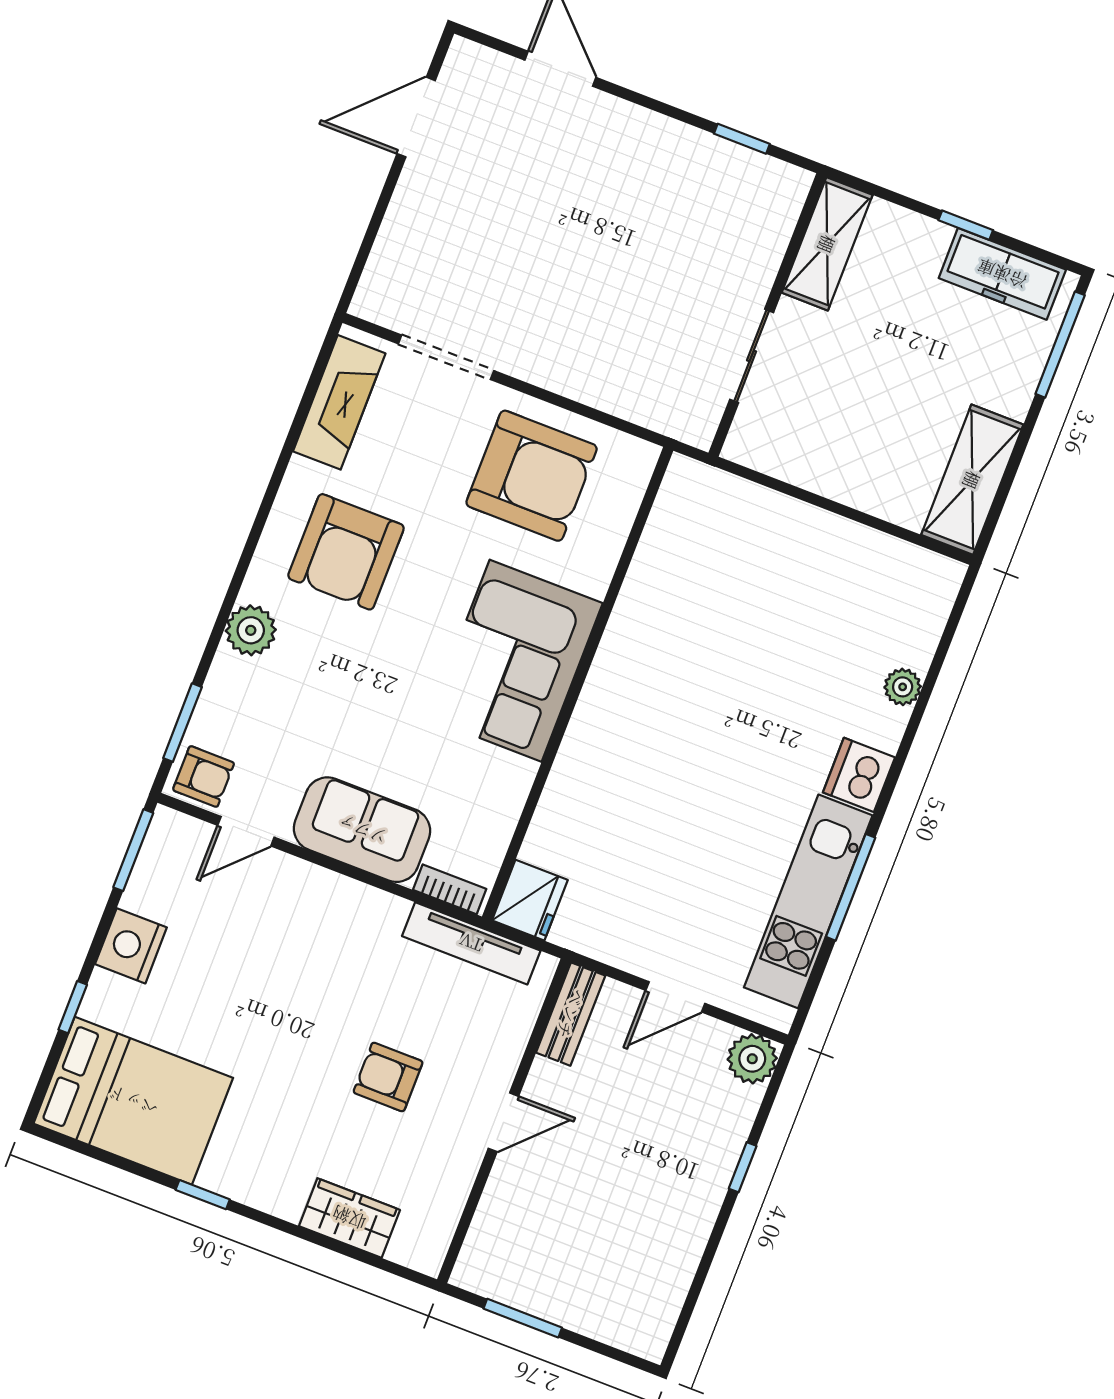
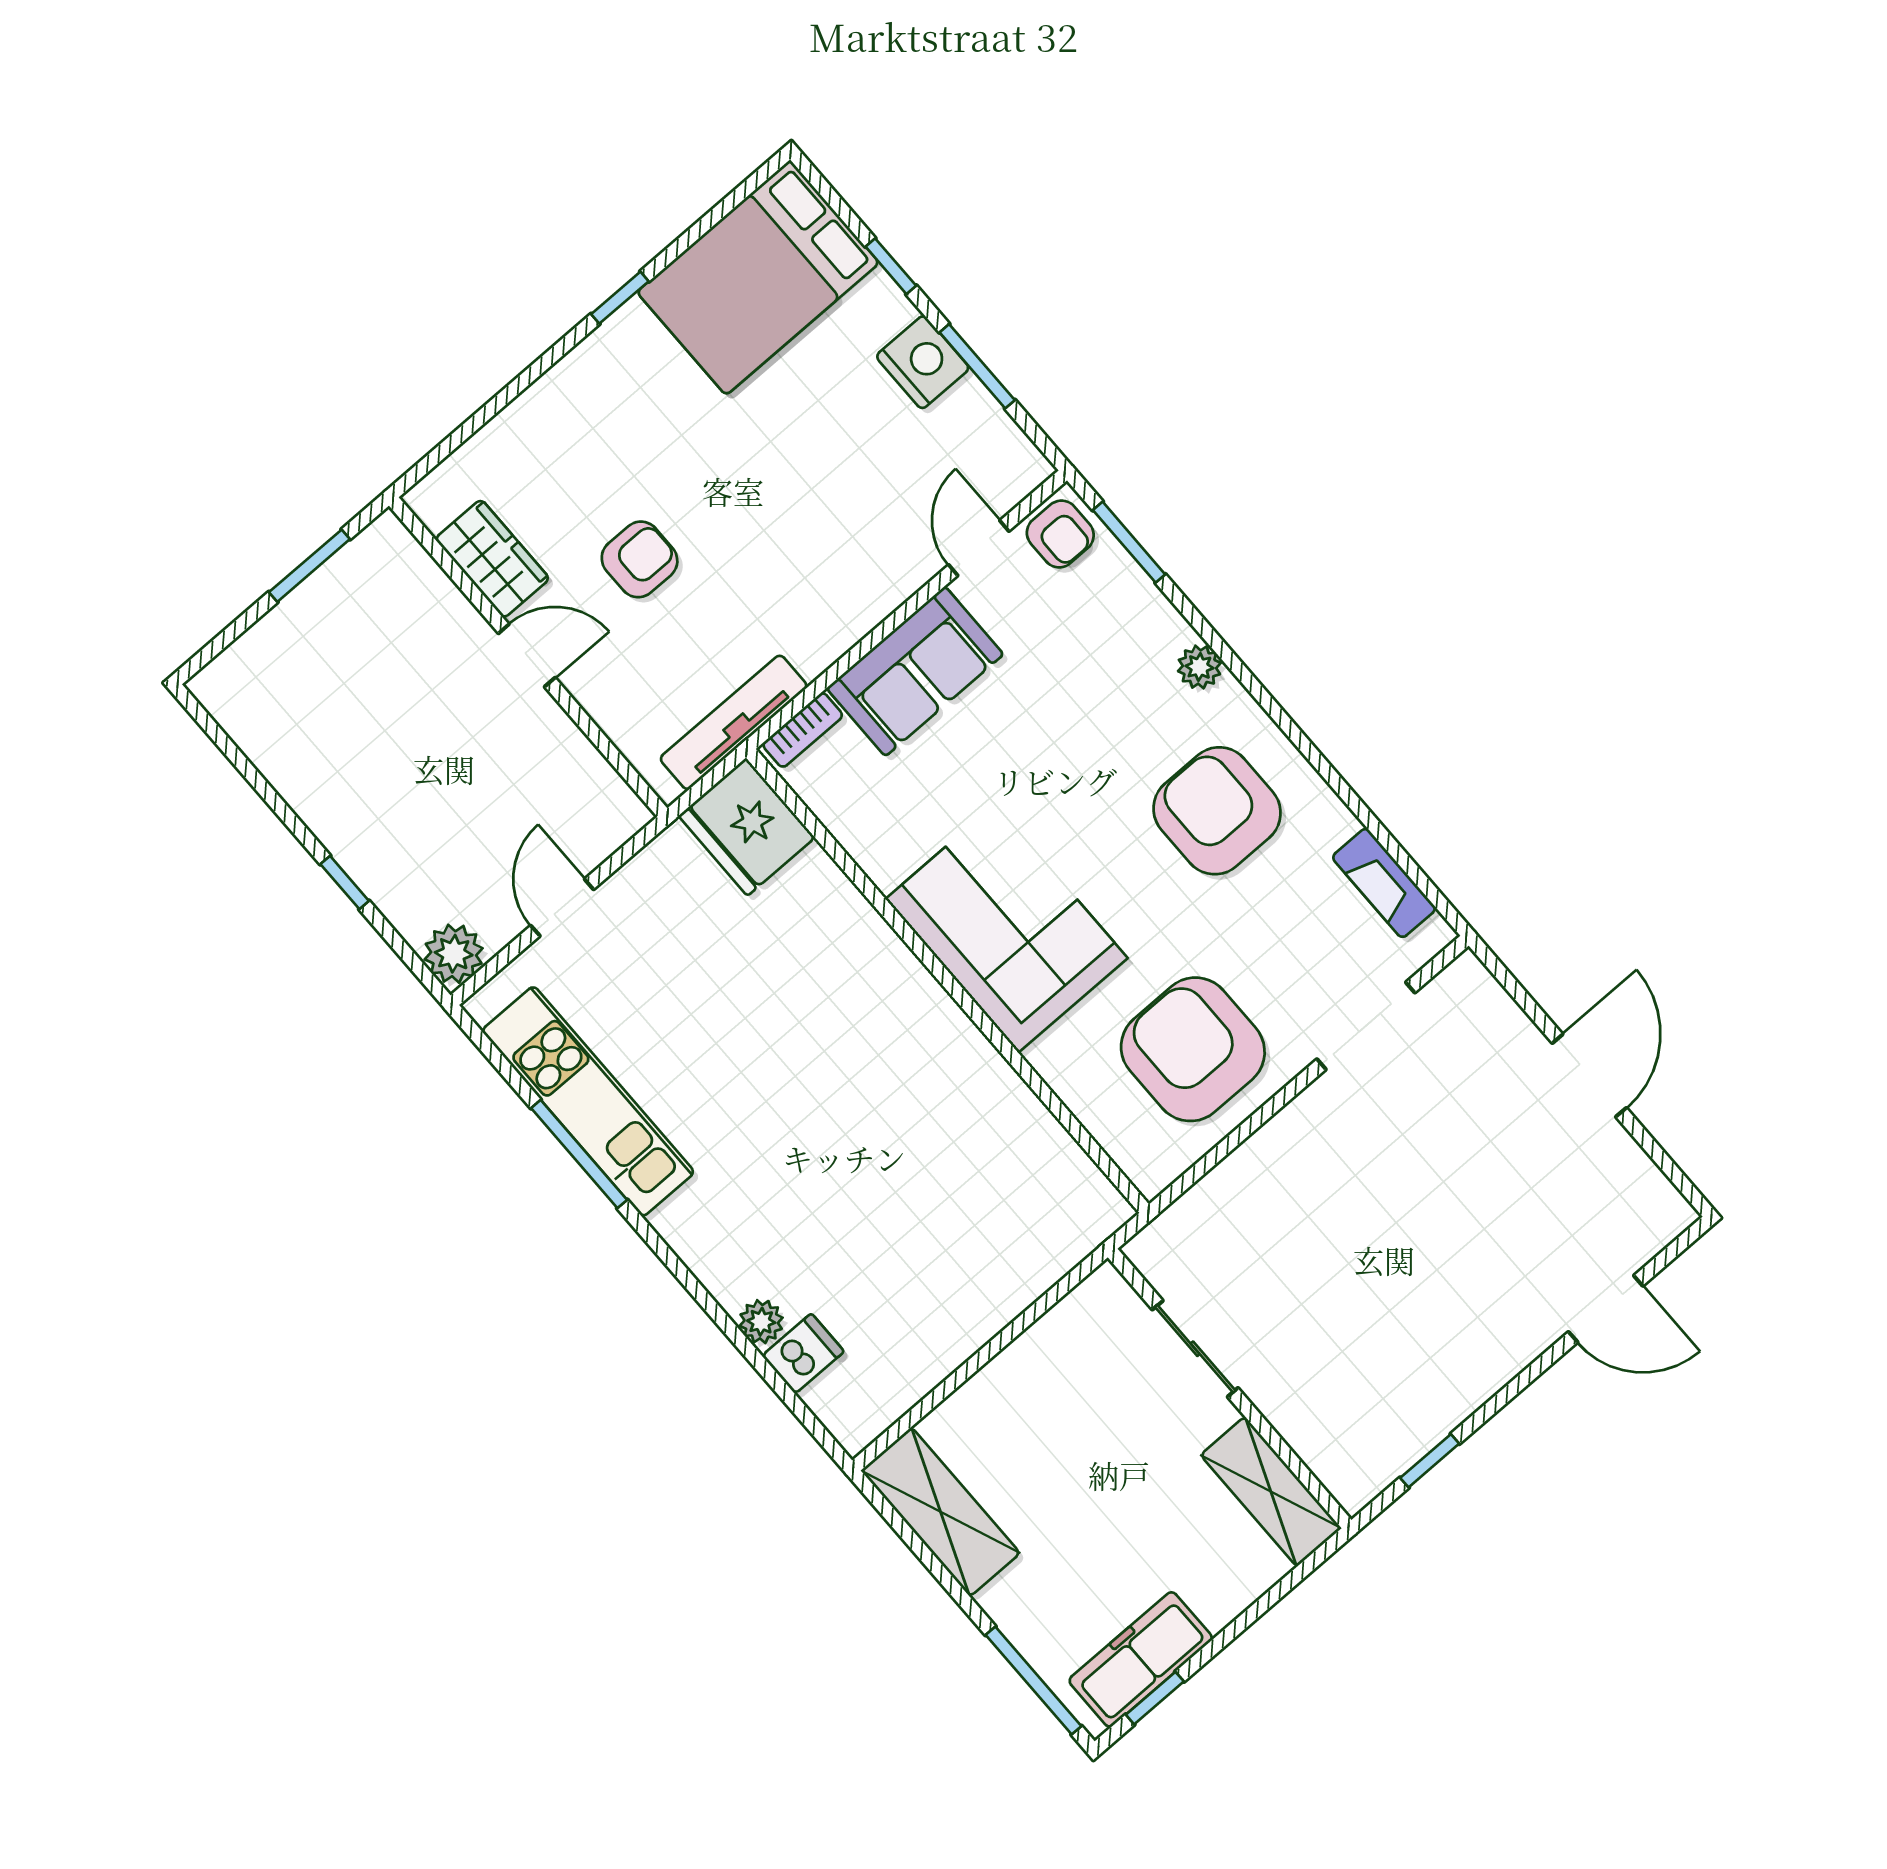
door: (416, 117) -> (1589, 1075), moved
window: (966, 225) -> (1155, 1698), moved
fireplace: (339, 402) -> (1384, 883), width x0.73, depth x0.76
armchair: (532, 476) -> (1193, 1049), turned 90
plant: (251, 630) -> (1199, 667), width x0.73, depth x0.73
dishwasher: (859, 775) -> (803, 1354), moved, width x0.73
armchair: (204, 777) -> (1060, 534), turned -90
window: (133, 850) -> (977, 366), moved
fridge: (530, 900) -> (747, 827), width x1.36, depth x1.34
bench: (571, 1014) -> (603, 787), removed
door: (503, 1122) -> (527, 656), swing flipped
wardrobe: (349, 1218) -> (492, 559), moved, turned -90

